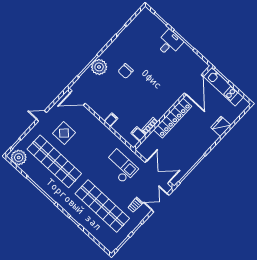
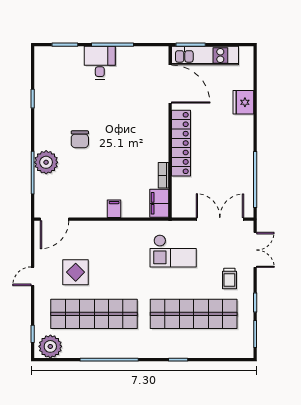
filing cabinet: (138, 134) -> (159, 203), width x2.00
checkout: (121, 166) -> (173, 251), turned 180
double door: (160, 203) -> (255, 250), swing flipped

